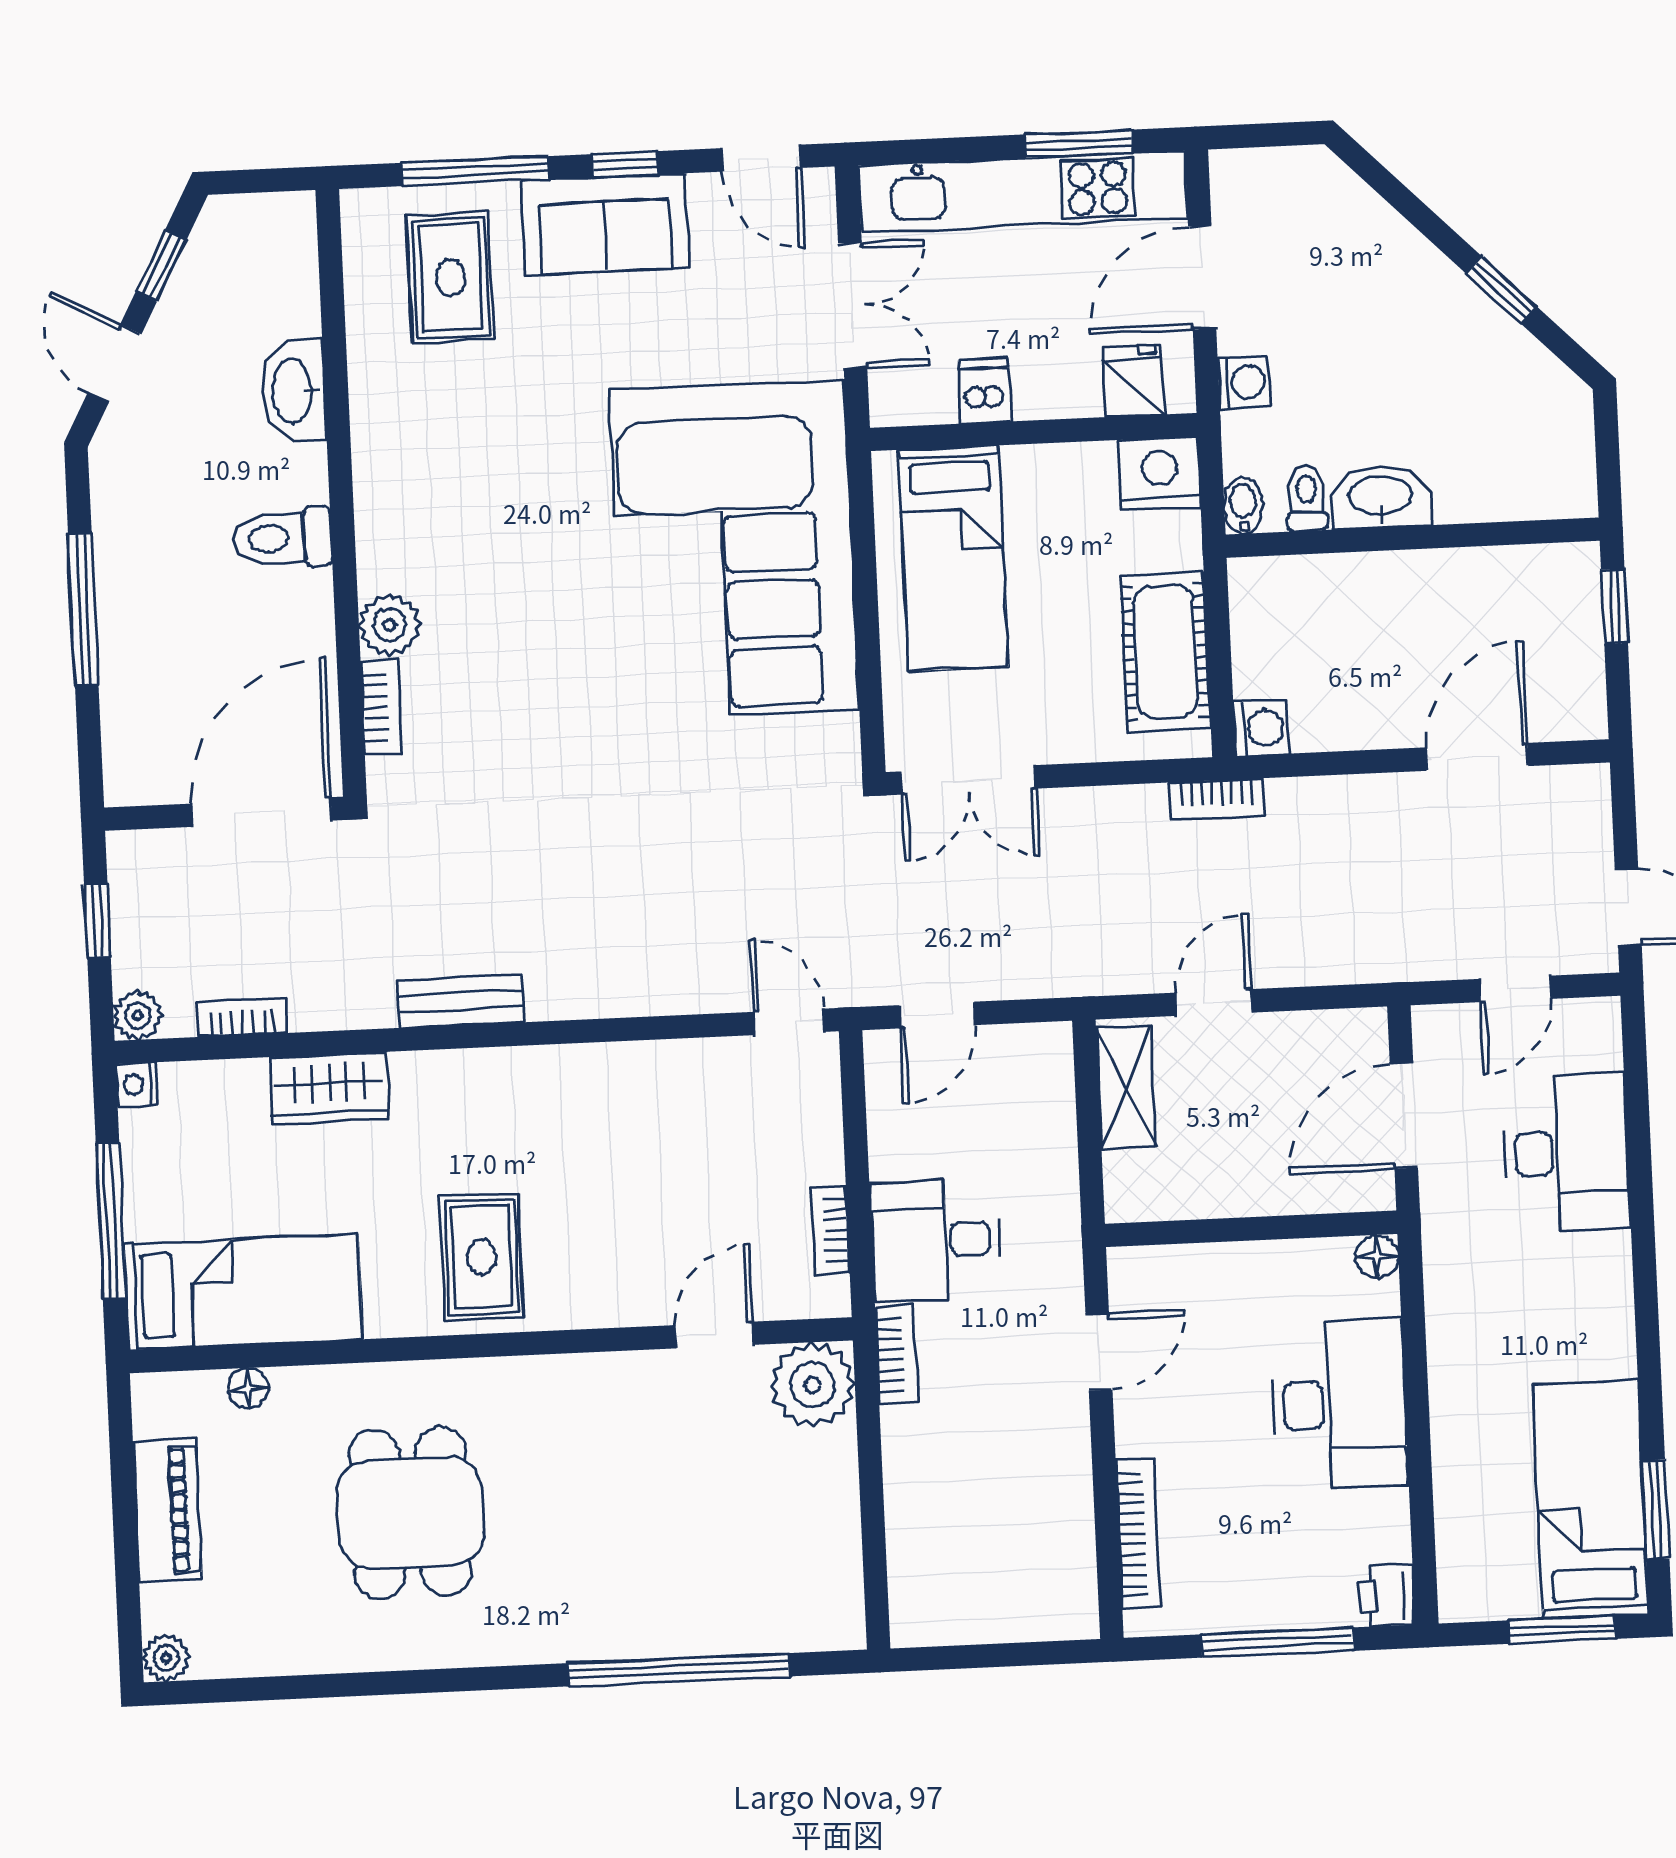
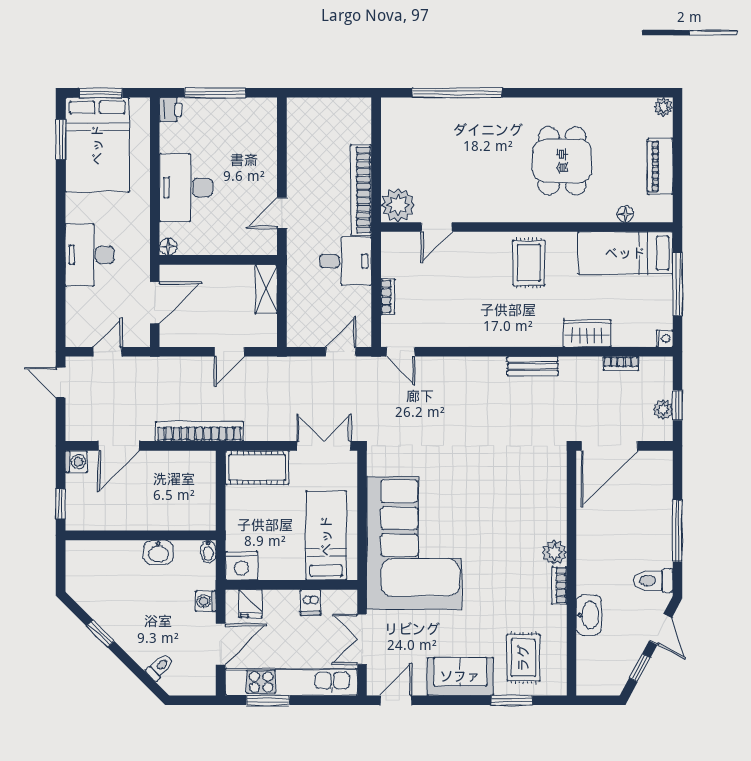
door: (761, 158) -> (396, 700), hinge flipped
window: (625, 164) -> (451, 700), removed
window: (475, 171) -> (512, 700), width x0.69
washbasin: (1381, 497) -> (158, 552), width x0.72
toilet: (1307, 498) -> (159, 667), moved, turned -135
toilet: (282, 538) -> (653, 581), moved, turned 180
plant: (389, 625) -> (554, 552), moved
cot: (1165, 652) -> (257, 468), moved, turned 90
bookcase: (381, 707) -> (559, 585), moved
washing machine: (1261, 728) -> (76, 462), moved, turned 180
bookcase: (1217, 799) -> (199, 431), width x2.31, depth x1.31
plant: (138, 1015) -> (663, 409), moved
shelving: (1126, 1087) -> (266, 289), moved
desk: (1567, 1152) -> (90, 255), moved
bookcase: (830, 1230) -> (388, 297), moved
bookcase: (896, 1355) -> (361, 190), width x2.31, depth x1.31
bed: (1591, 1499) -> (97, 145), width x1.50
bookcase: (1138, 1534) -> (270, 139), removed

